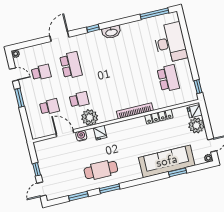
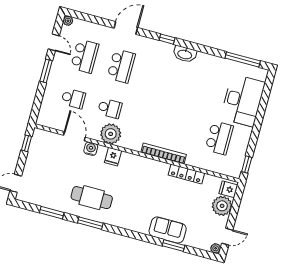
school desk: (41, 72) -> (85, 56), width x1.85
sofa: (167, 161) -> (168, 230), width x0.54, depth x0.79
window: (37, 169) -> (27, 143), moved

